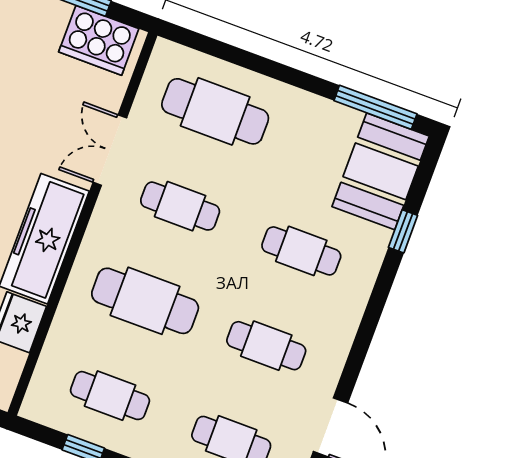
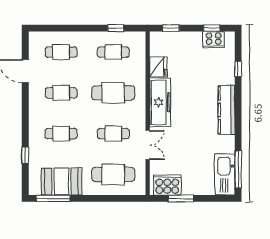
booth: (381, 171) -> (62, 182), moved, turned 90

